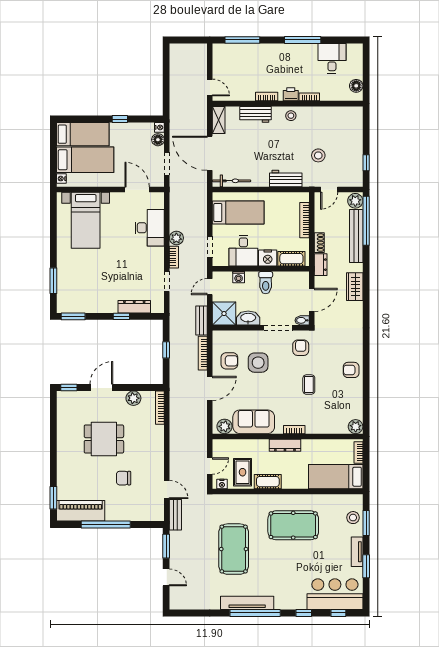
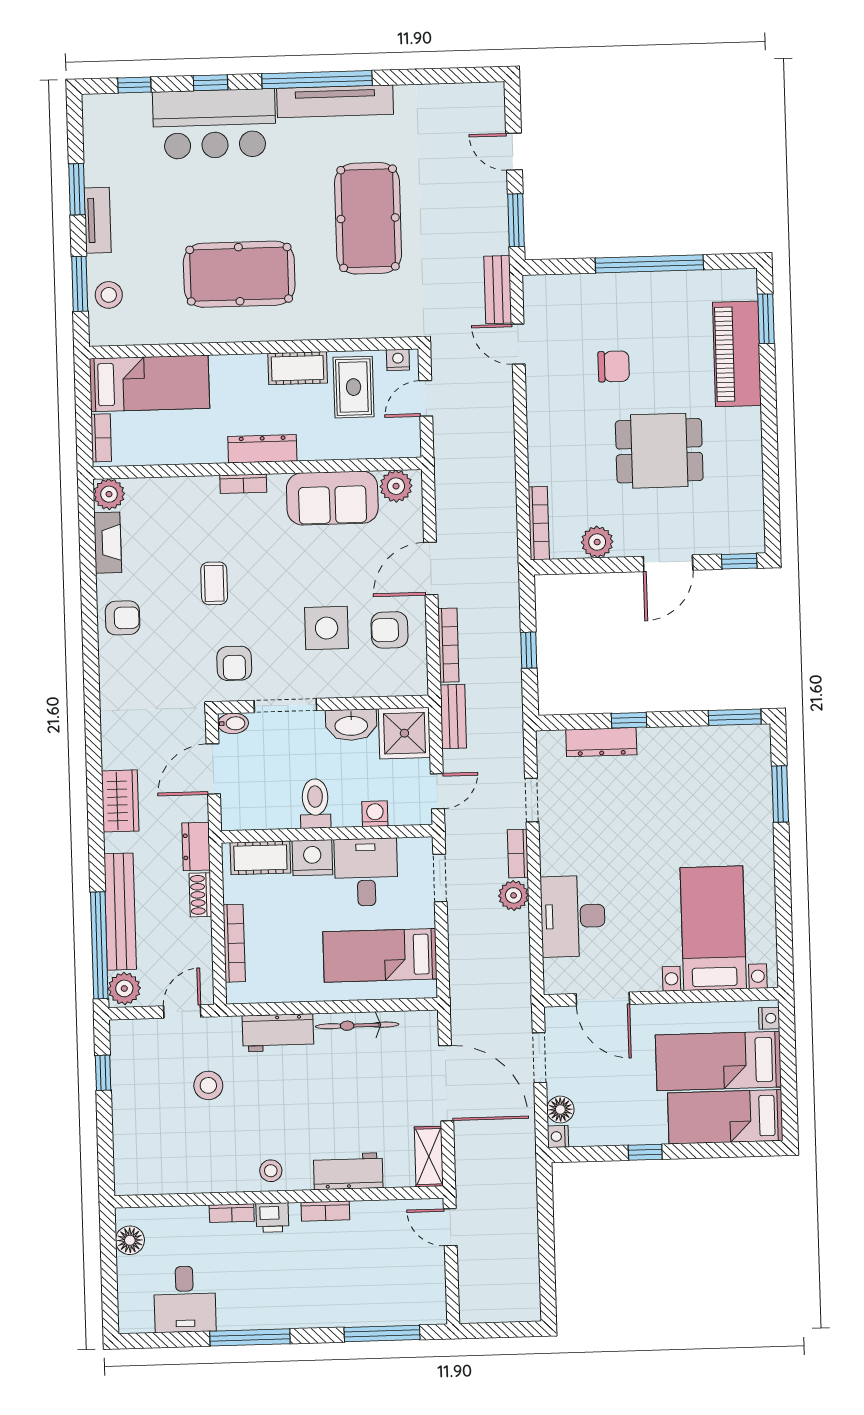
bicycle: (231, 181) -> (357, 1025), moved
fireplace: (357, 405) -> (108, 543), added
piano: (81, 511) -> (737, 354), moved, turned 90
bar counter: (335, 594) -> (214, 124), moved

